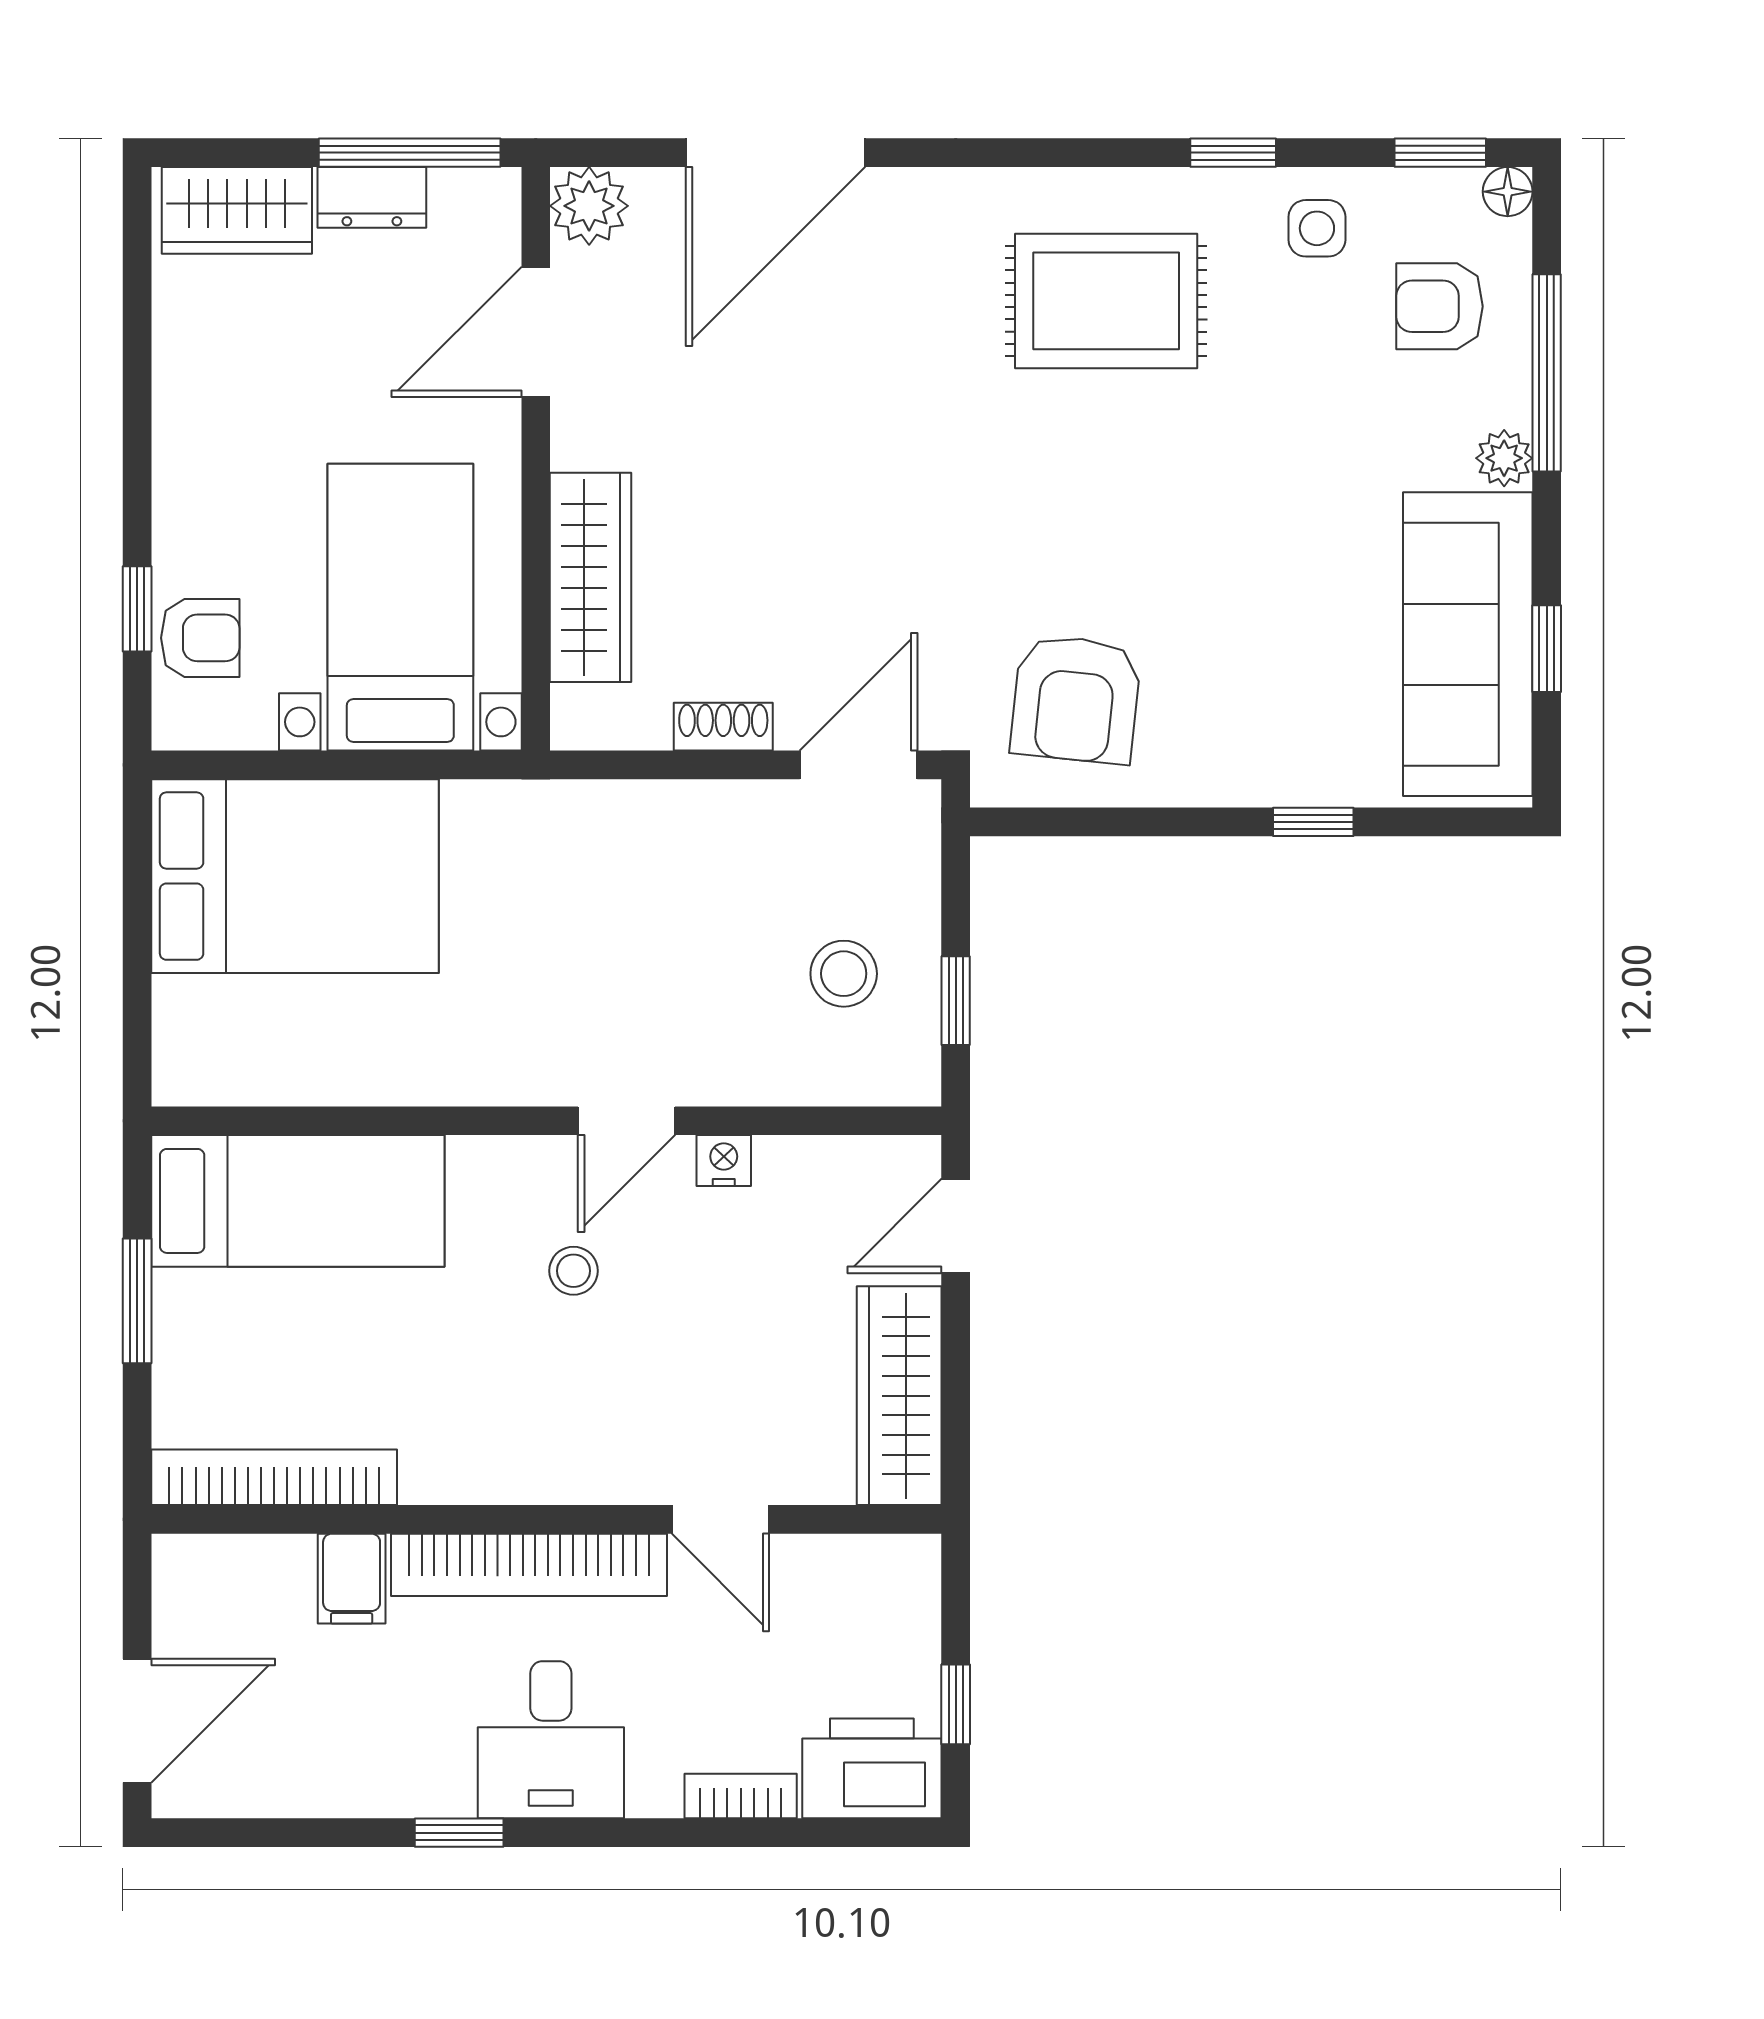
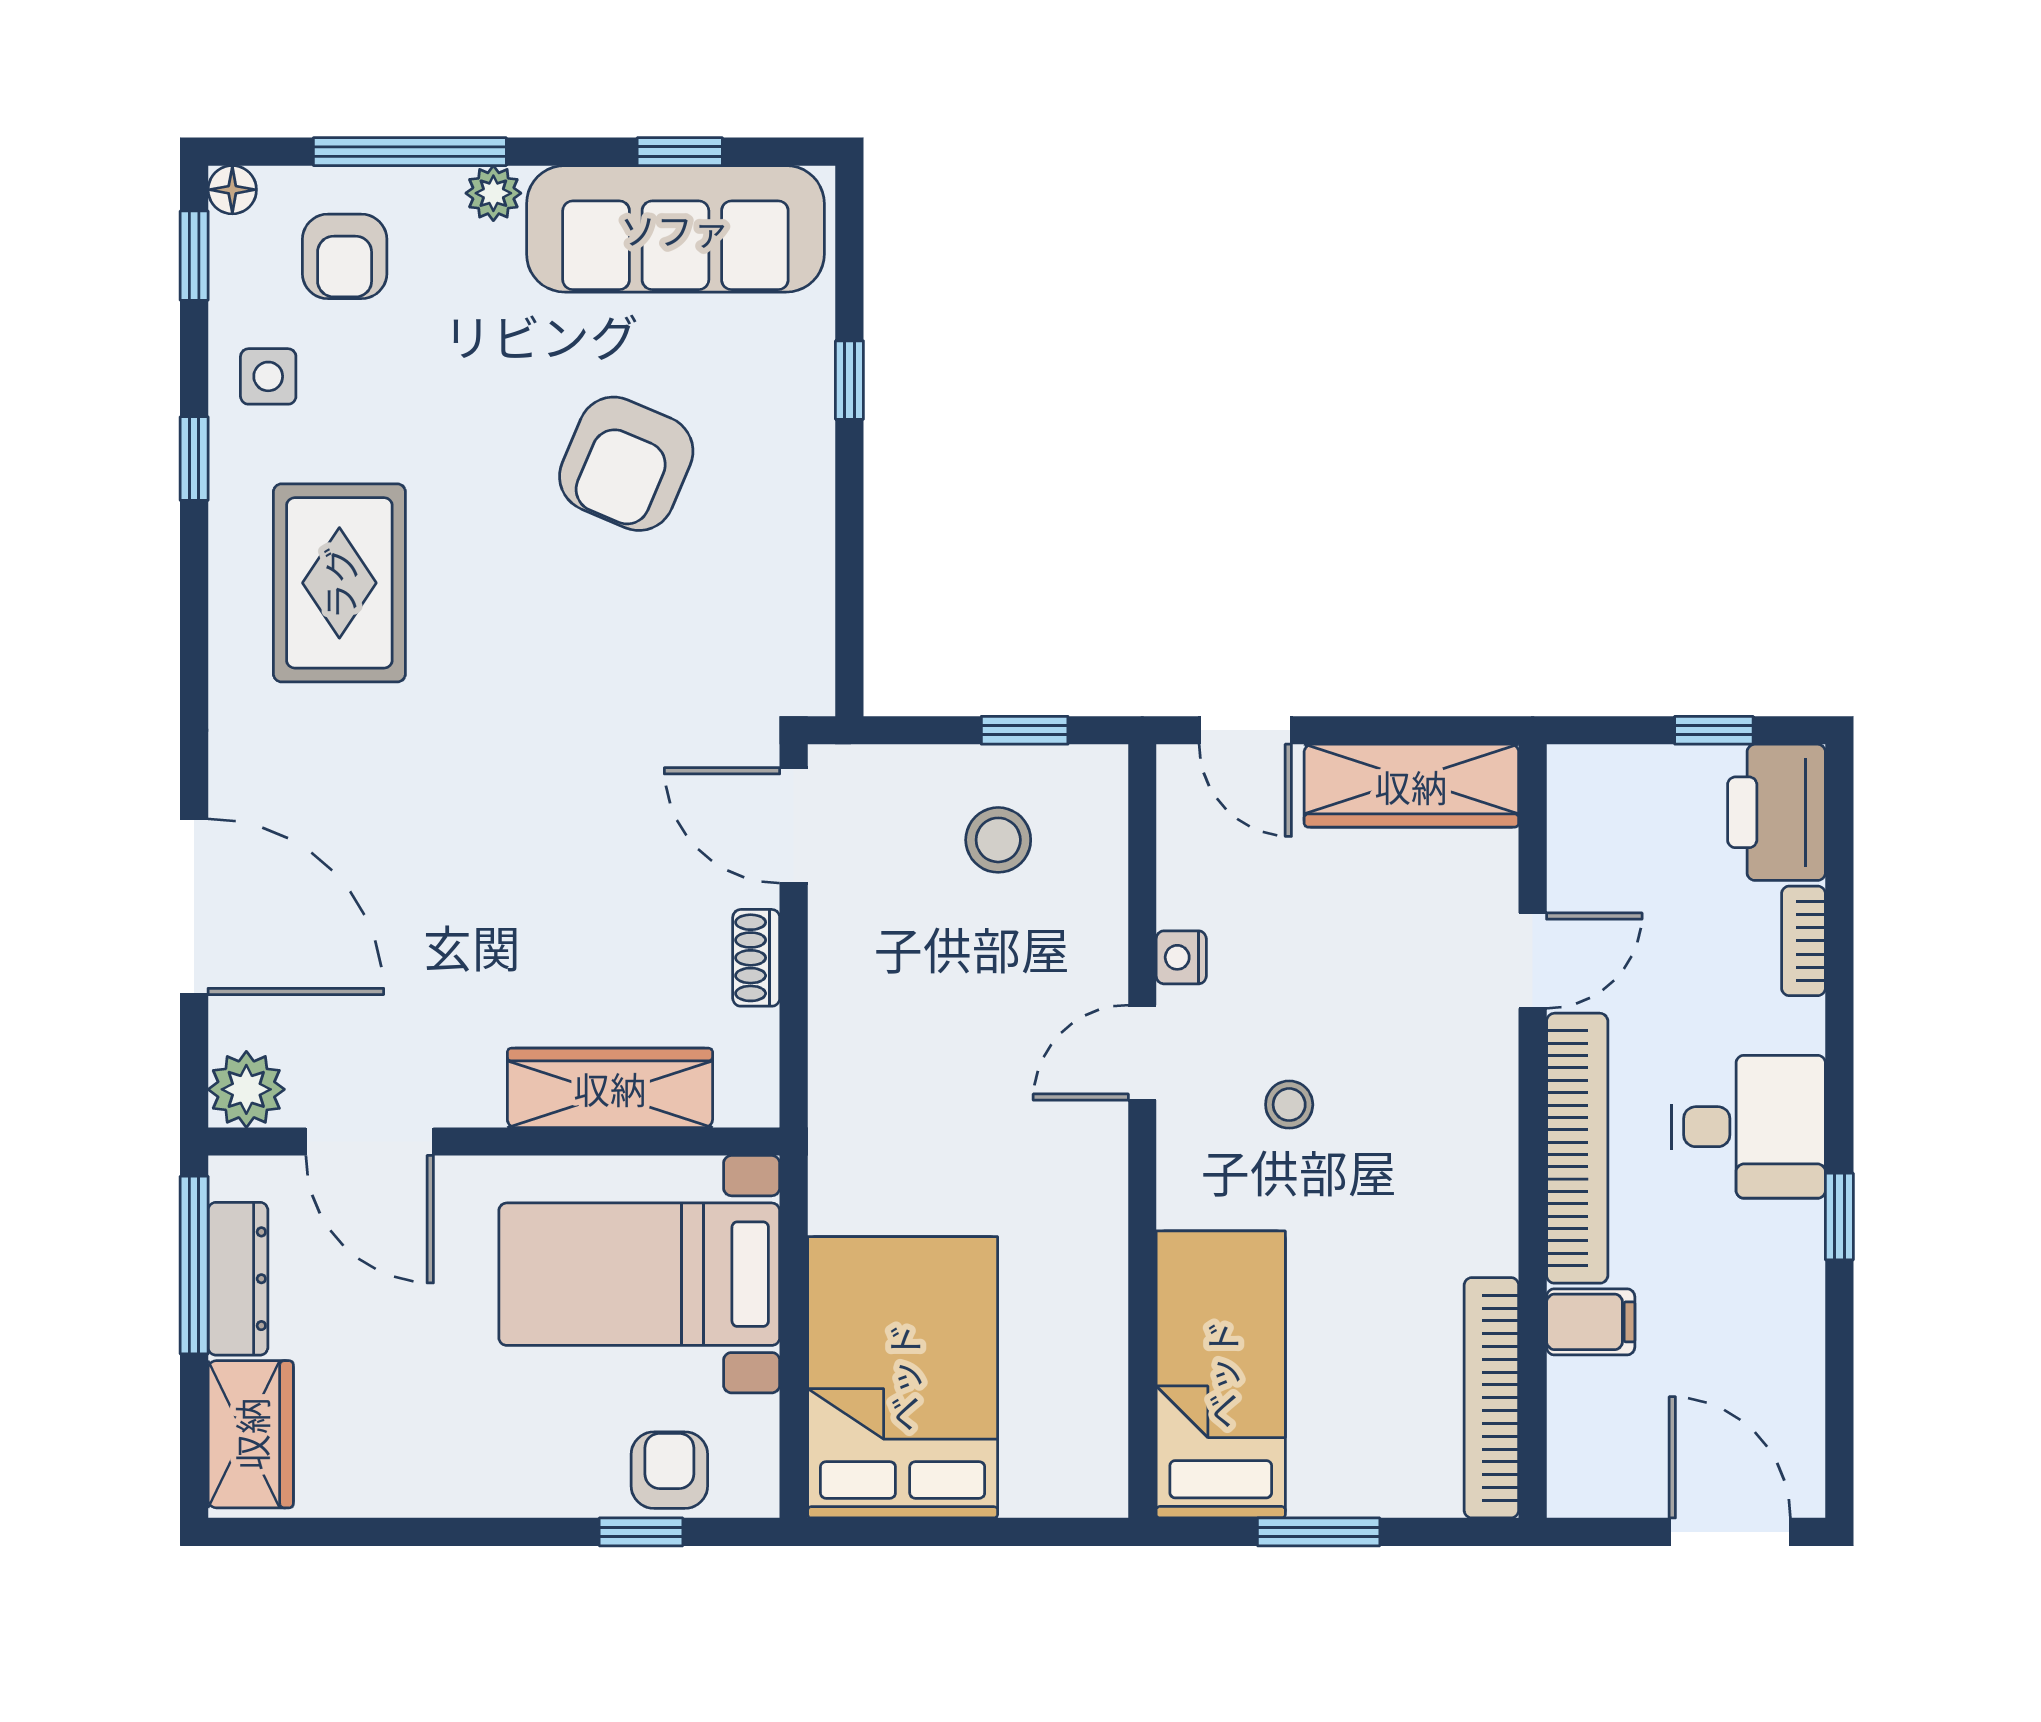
dresser: (372, 197) -> (238, 1279), width x1.44
armchair: (1076, 699) -> (626, 464), moved, turned 107
door: (627, 1121) -> (1142, 1053), swing flipped

